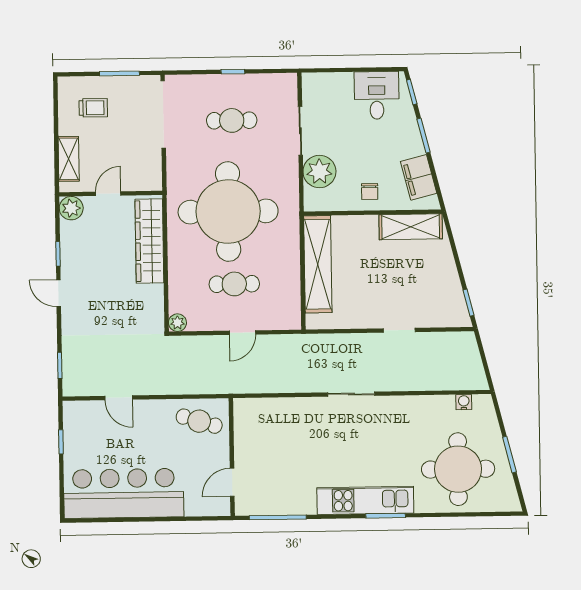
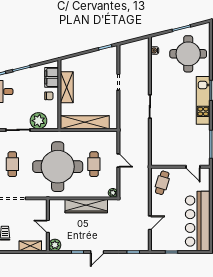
filing cabinet: (419, 177) -> (52, 77), moved, turned 104
shelving: (411, 227) -> (67, 87), moved
wardrobe: (149, 241) -> (86, 206), moved

